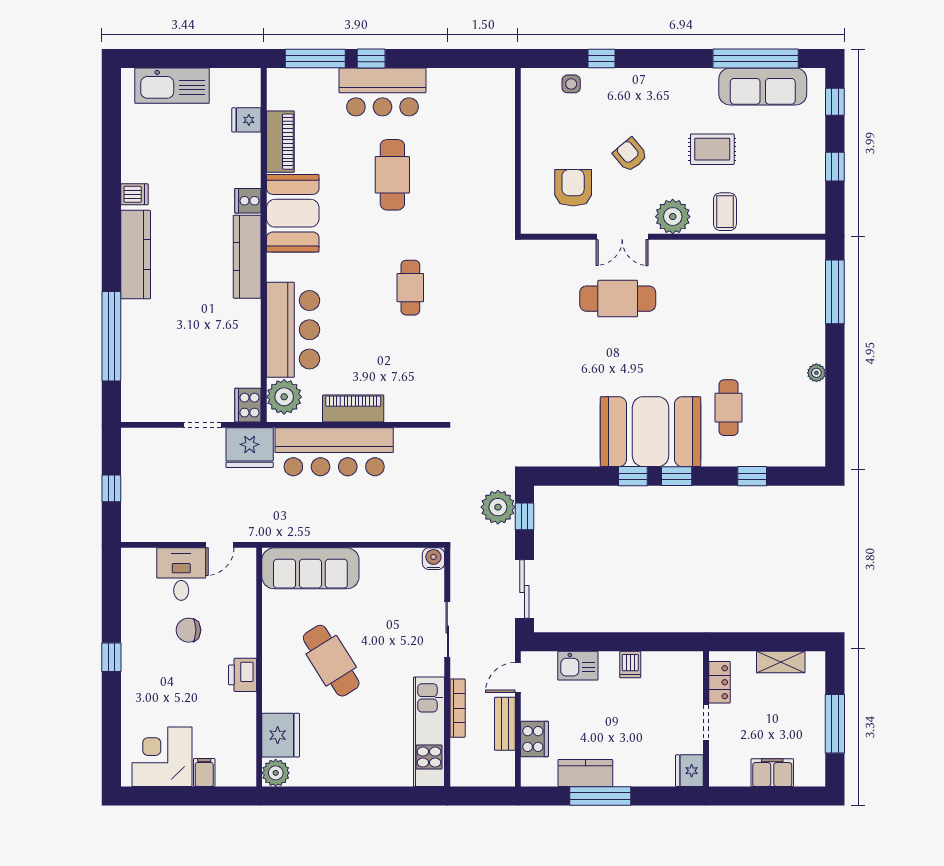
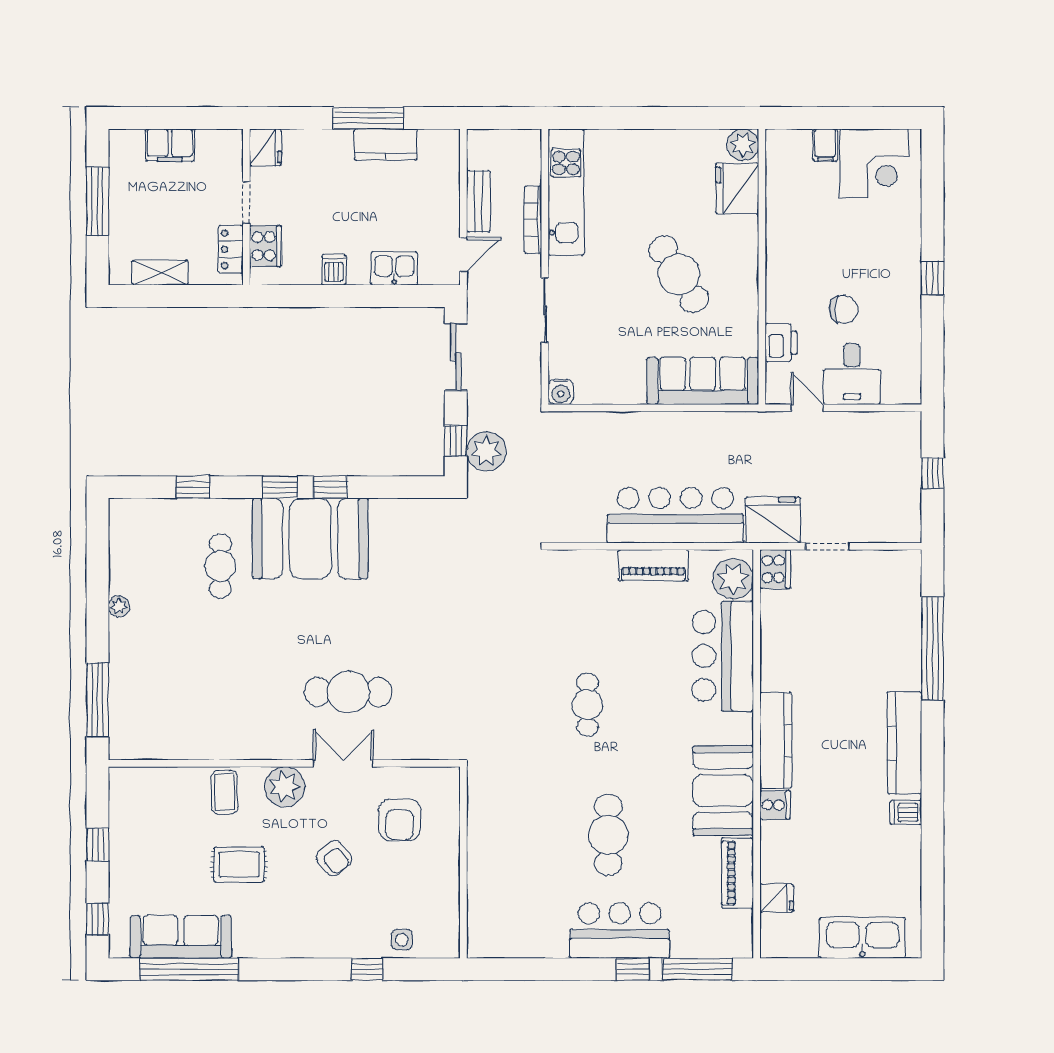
door: (220, 545) -> (807, 408), hinge flipped
printer: (242, 675) -> (781, 343), moved
cooker: (534, 739) -> (265, 246), moved, turned 180

